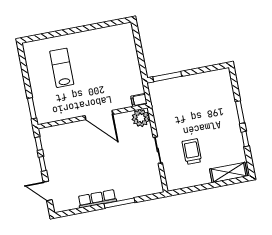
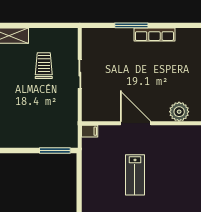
lab bench: (62, 68) -> (135, 175), moved
plant: (141, 118) -> (179, 112), moved
trolley: (192, 152) -> (44, 66), turned 180

